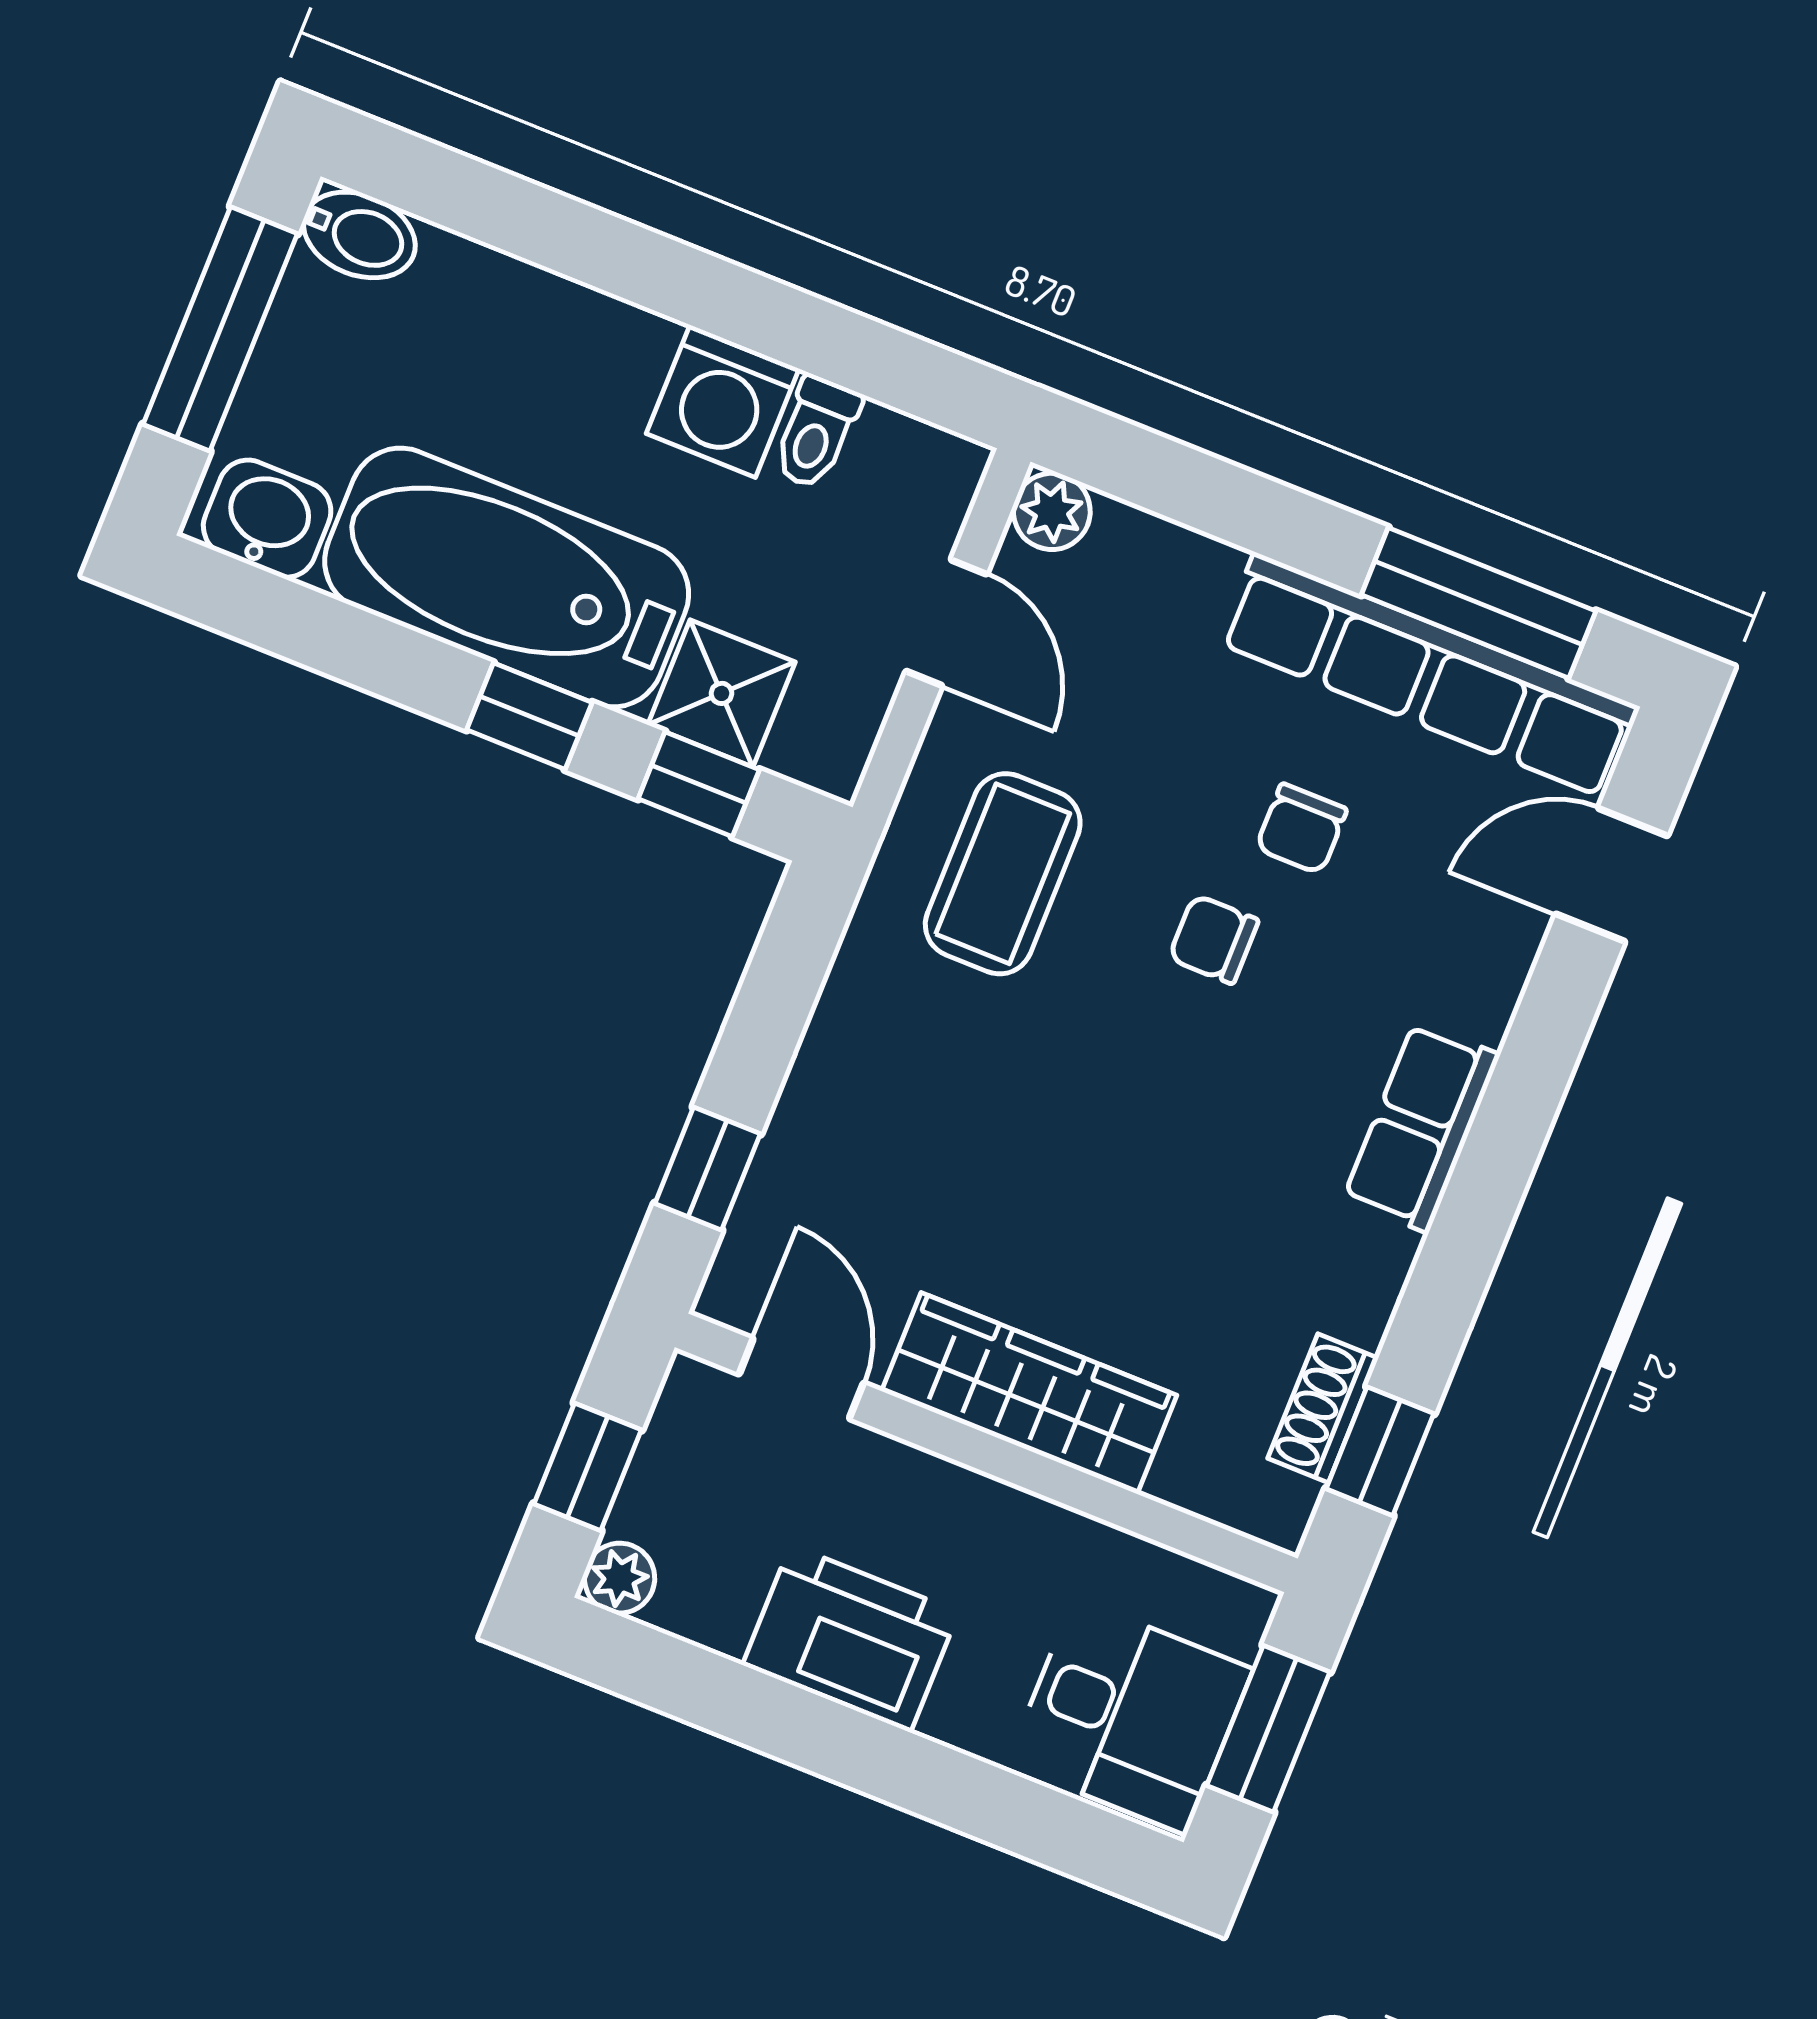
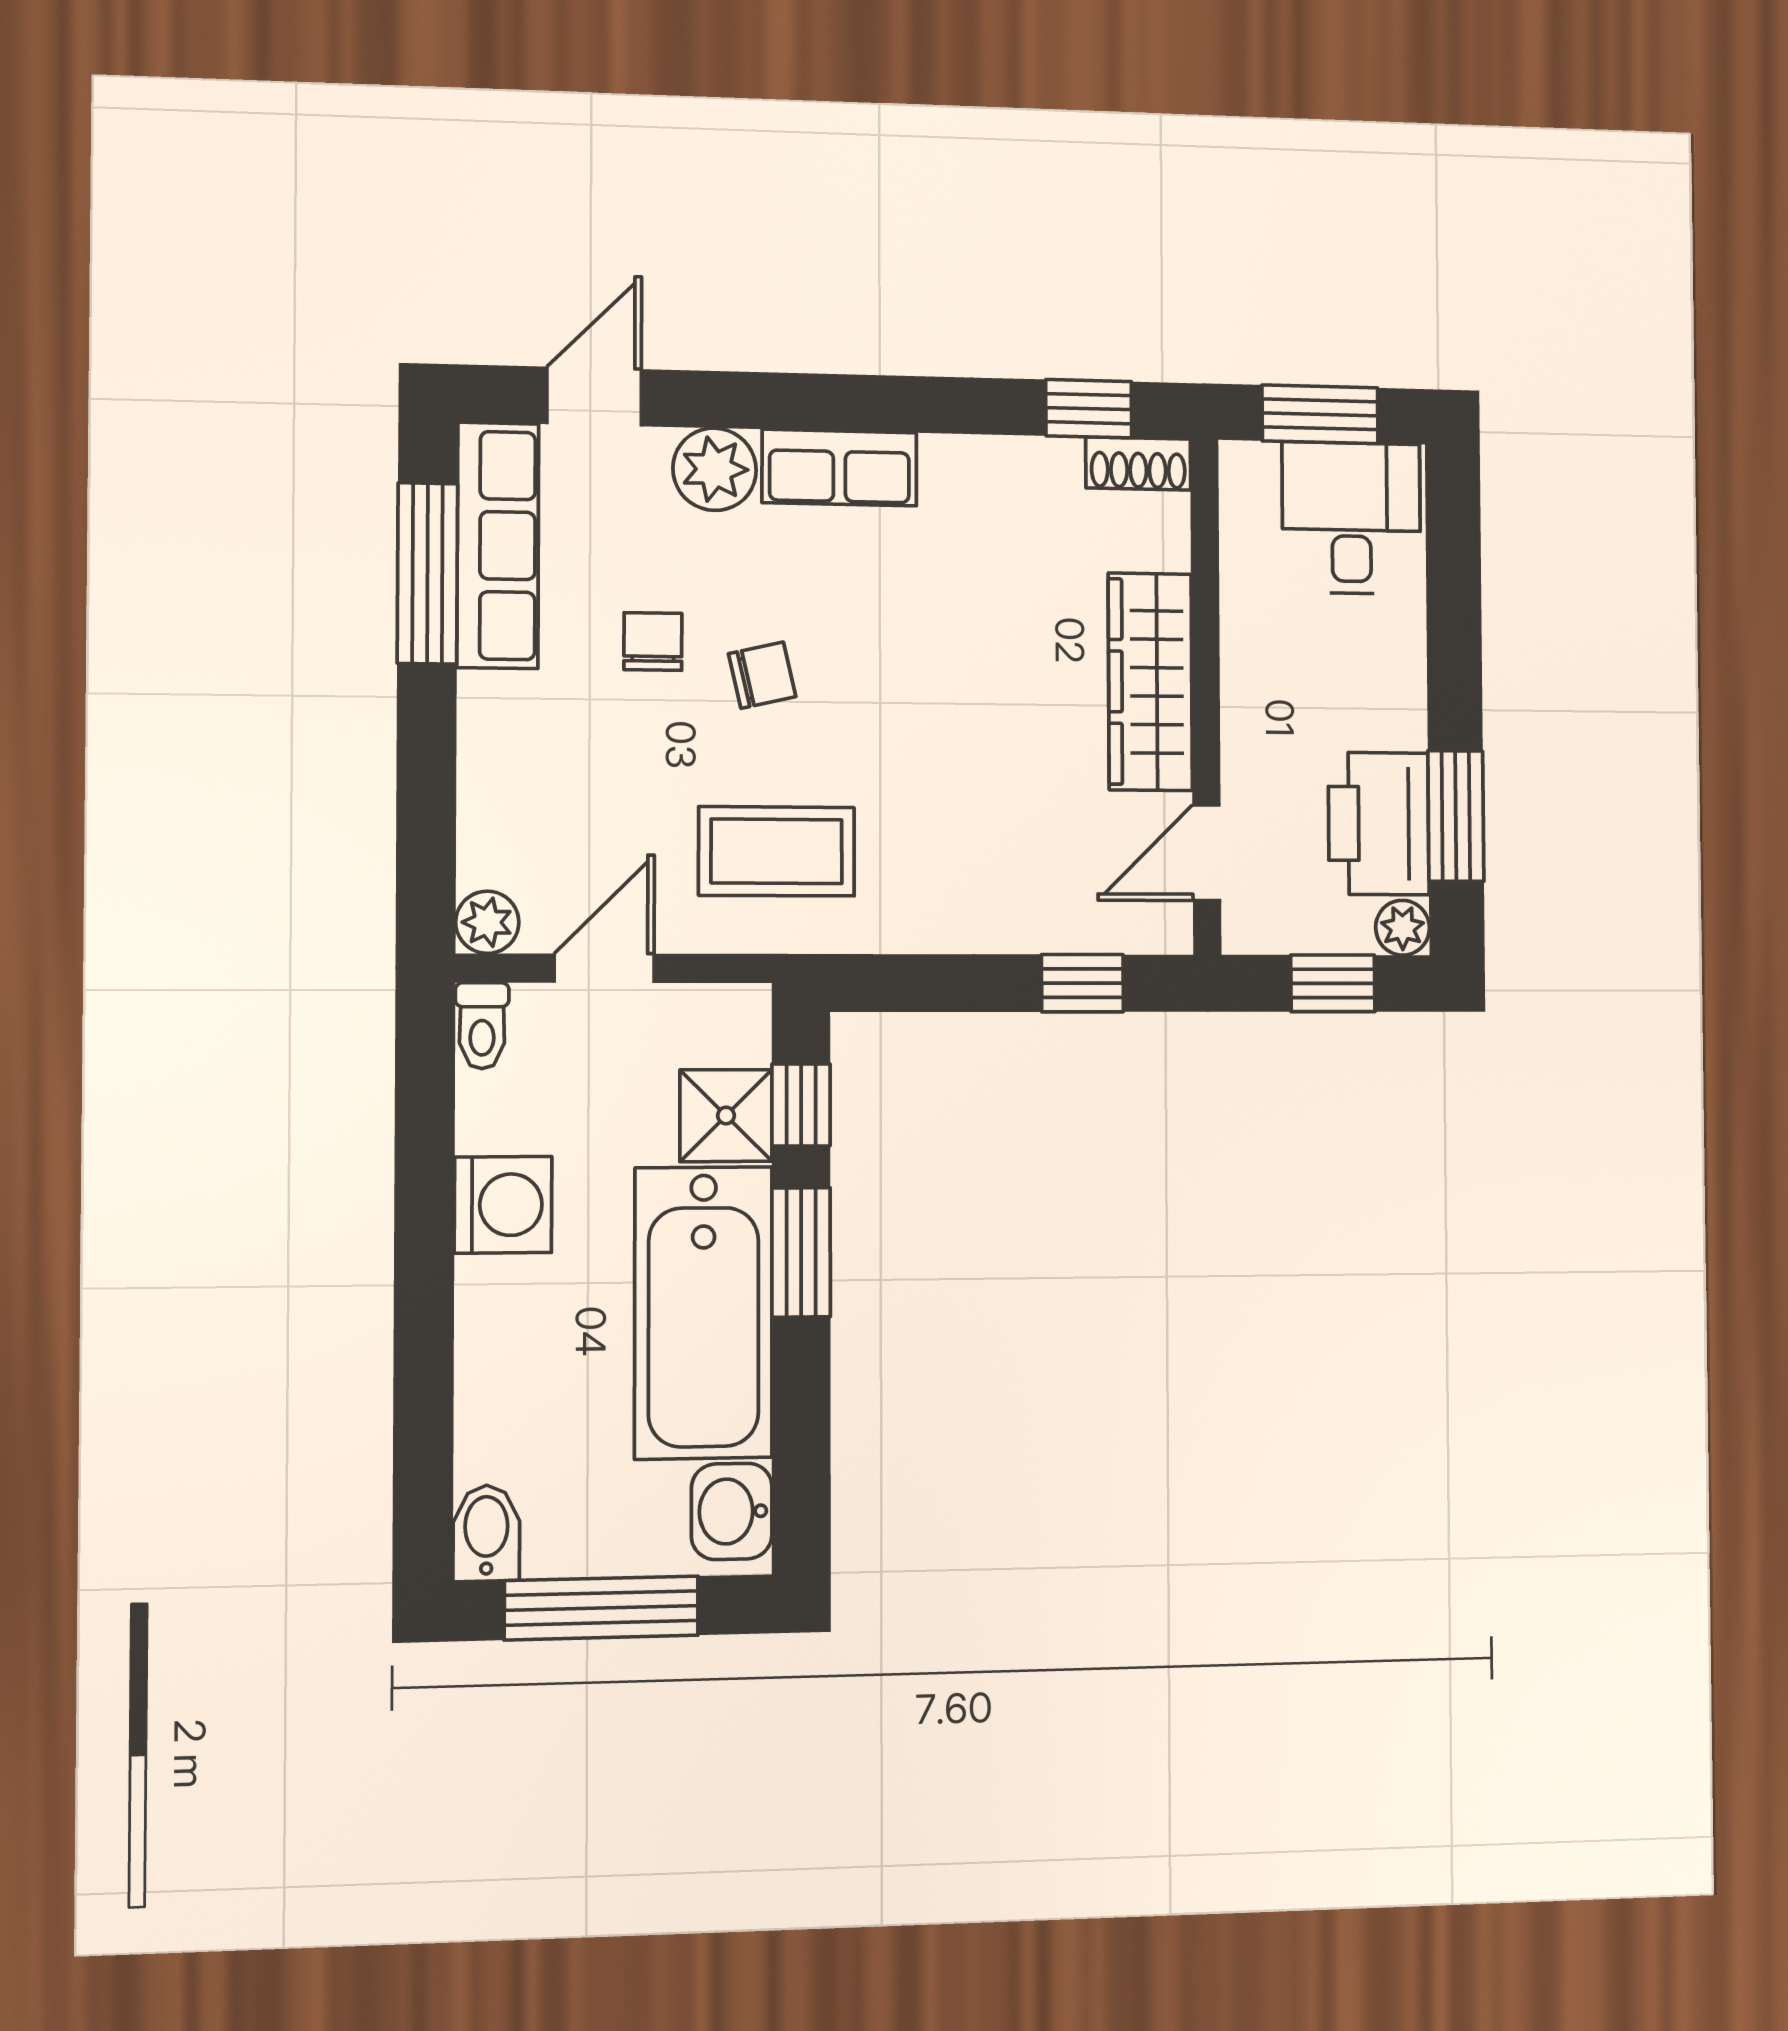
toilet: (816, 432) -> (482, 1026), moved, turned 90
row of seats: (1429, 675) -> (498, 545), width x0.73
window: (529, 716) -> (801, 1252), width x1.50
chair: (1301, 829) -> (653, 642), turned -90
door: (1612, 875) -> (594, 397), swing flipped
chair: (1214, 939) -> (762, 675), turned -103
plant: (1475, 980) -> (715, 469), added
shoe rack: (1323, 1408) -> (1138, 463), moved
printer: (851, 1639) -> (1379, 824), moved
window: (726, 1698) -> (1456, 816), added

